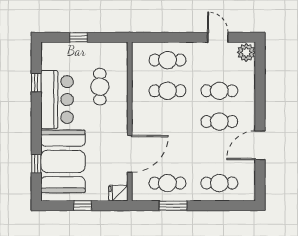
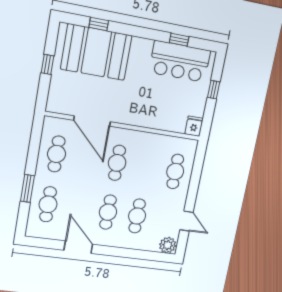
door: (218, 37) -> (187, 221), hinge flipped
cafe table: (100, 87) -> (163, 102), removed
cafe table: (167, 91) -> (117, 163), moved
bar counter: (57, 100) -> (180, 62), moved
fridge: (118, 193) -> (194, 126), moved
window: (173, 206) -> (27, 188), moved

